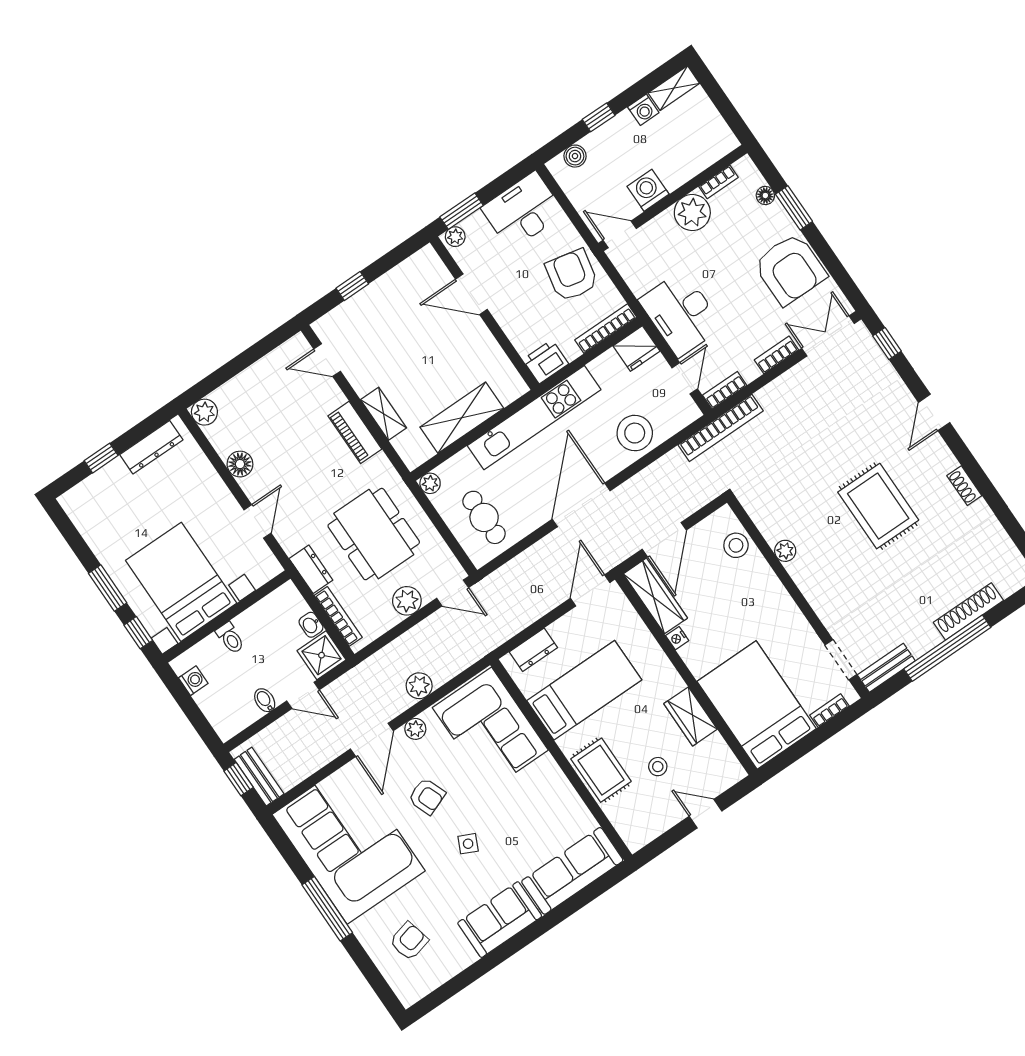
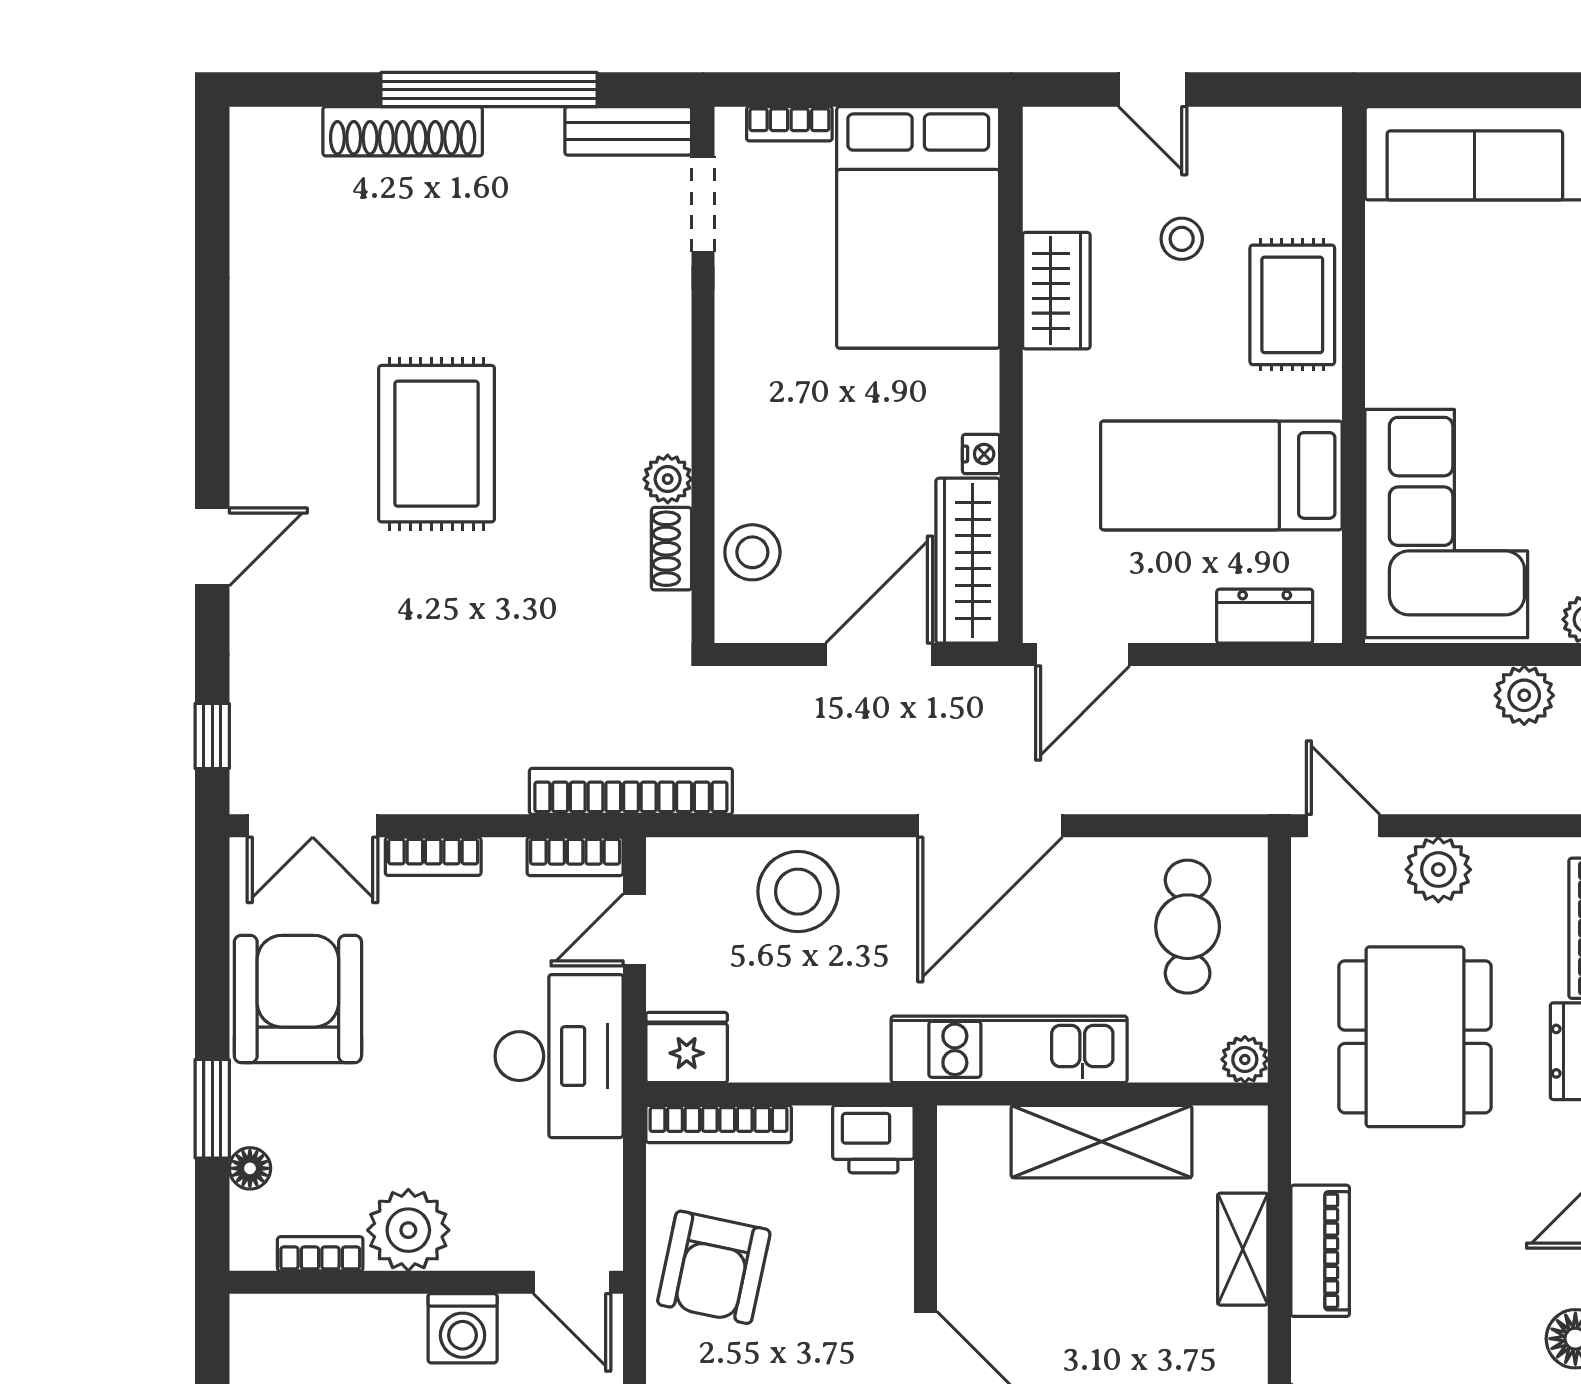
kitchen unit: (534, 418) -> (1009, 1049), width x0.73
shoe rack: (964, 486) -> (672, 549), moved, turned 180

